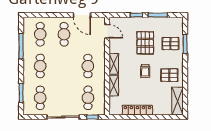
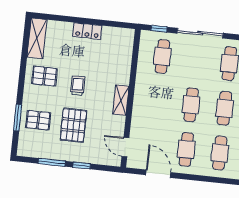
cafe table: (88, 66) -> (191, 105), moved
shelving: (114, 86) -> (124, 70), removed
locker: (137, 110) -> (87, 31), width x0.66

